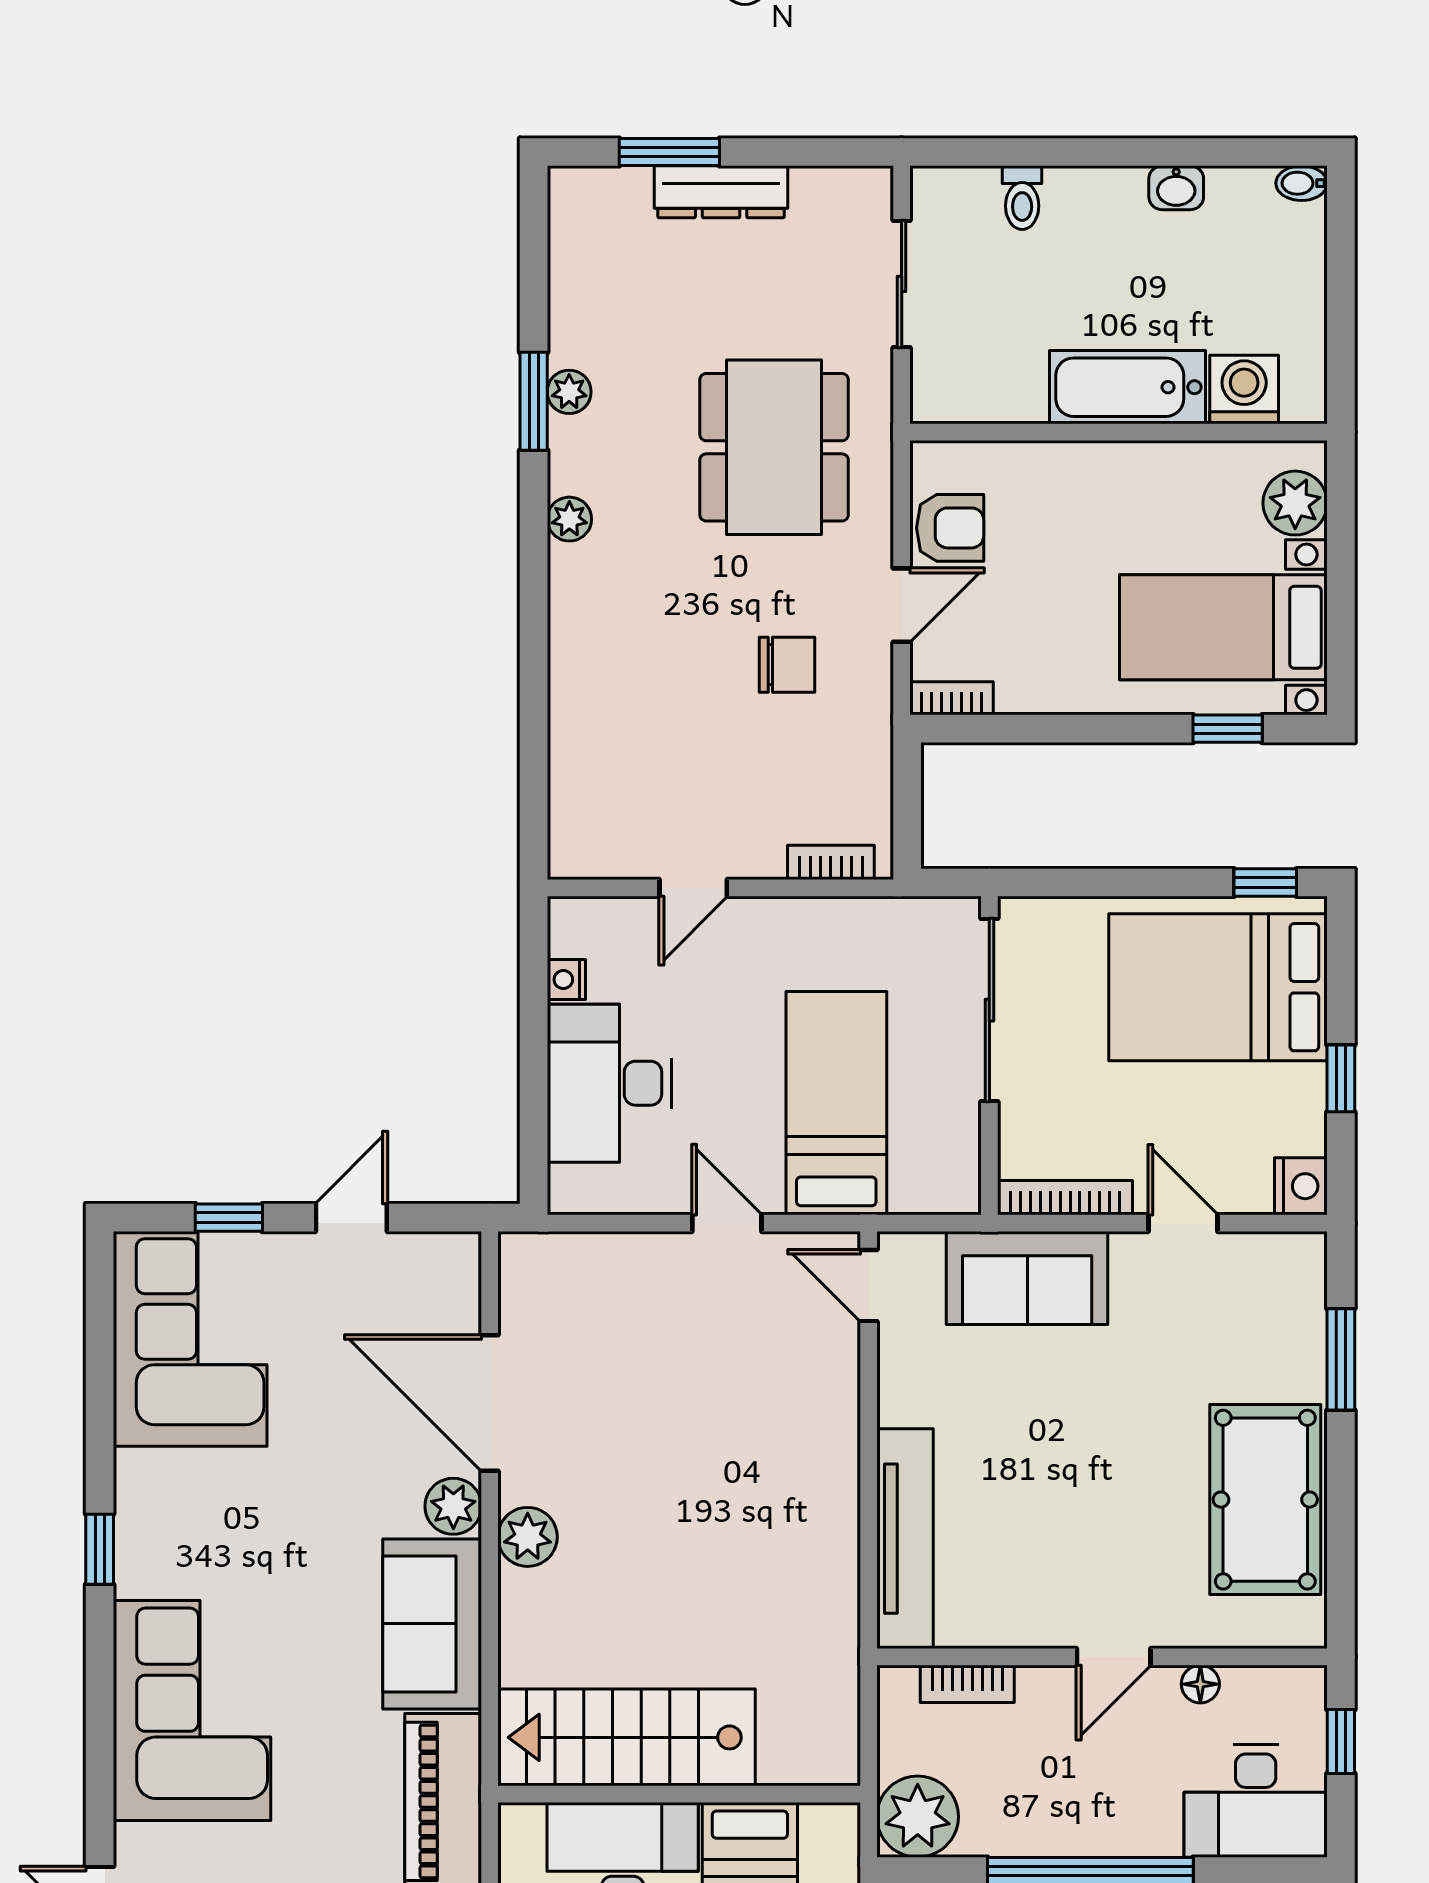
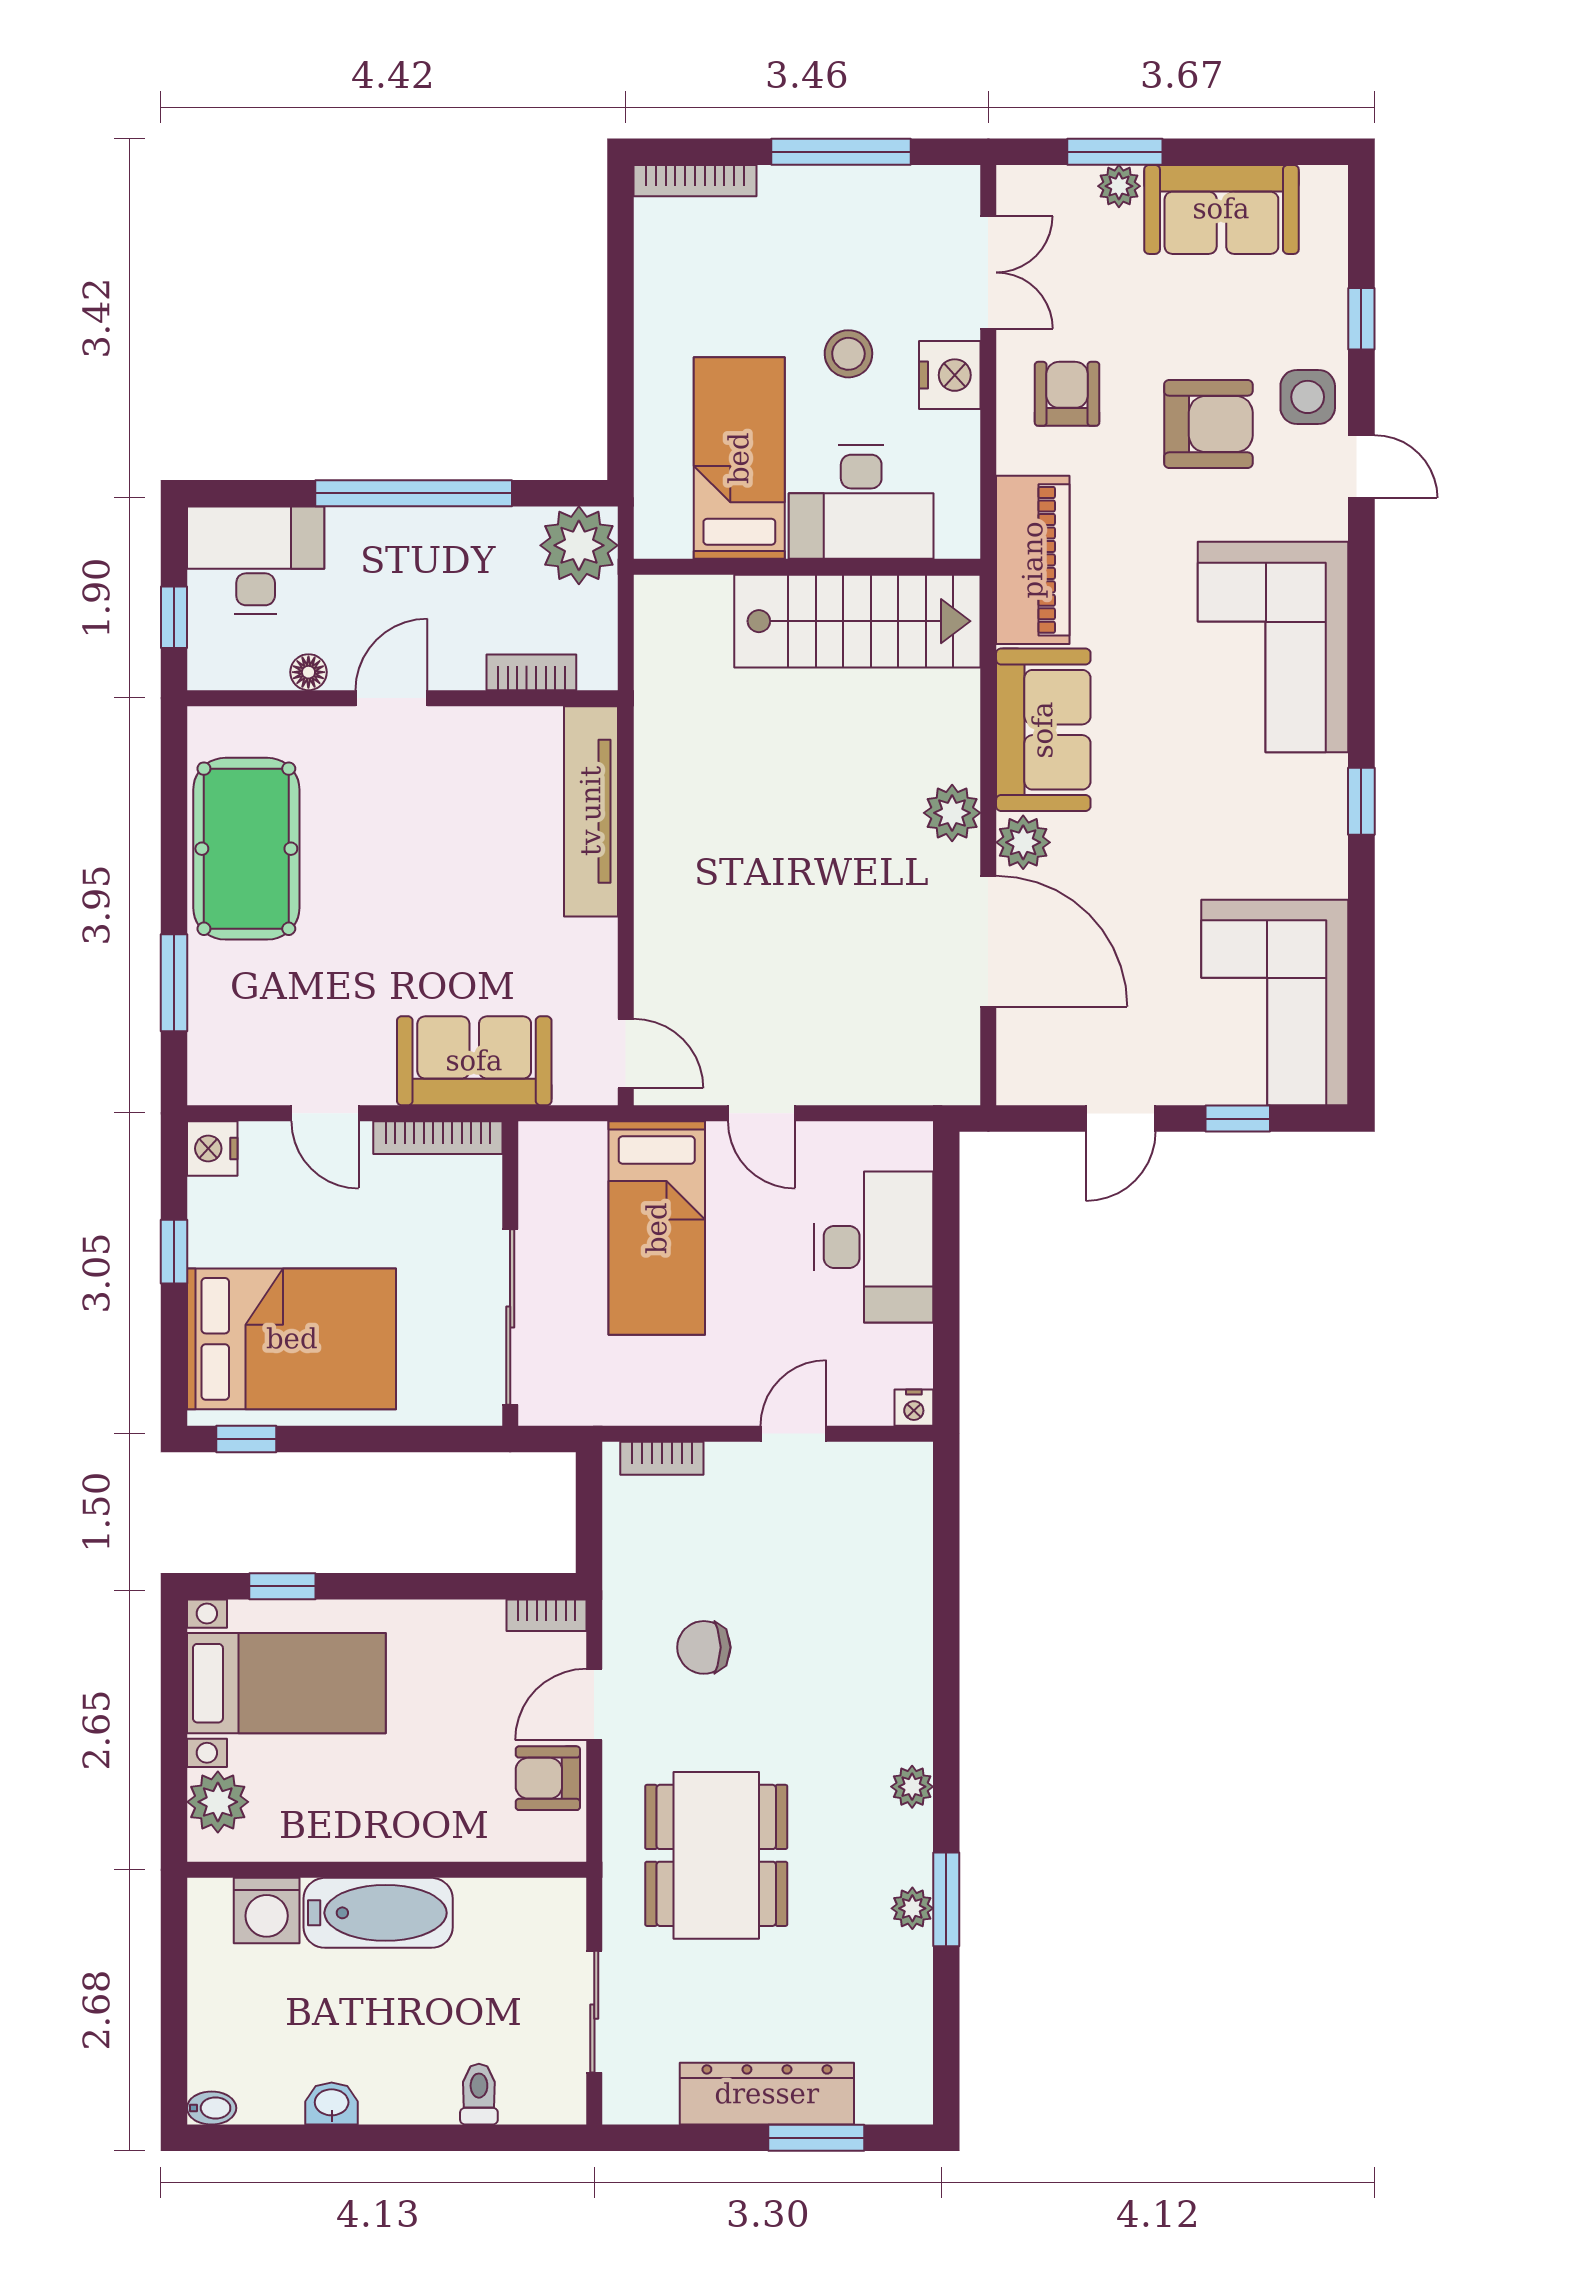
dresser: (721, 192) -> (767, 2094), width x1.37, depth x1.24
nightstand: (566, 980) -> (914, 1408), moved, turned 90

